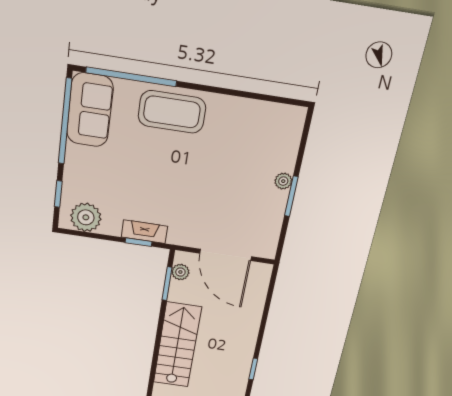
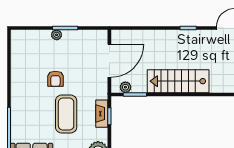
coffee table: (172, 112) -> (66, 114), moved
armchair: (212, 169) -> (55, 79), added

